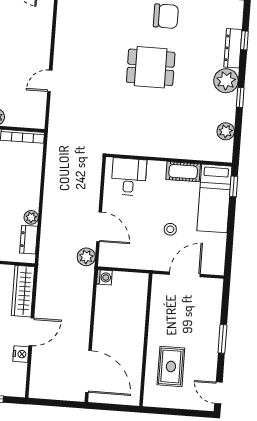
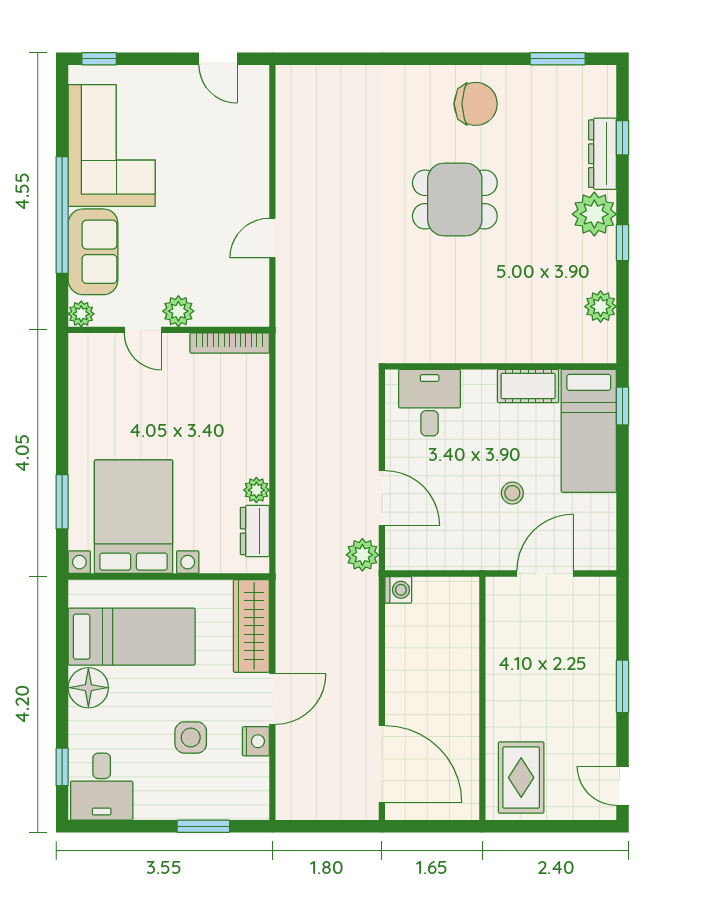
rug: (171, 366) -> (521, 778), moved

